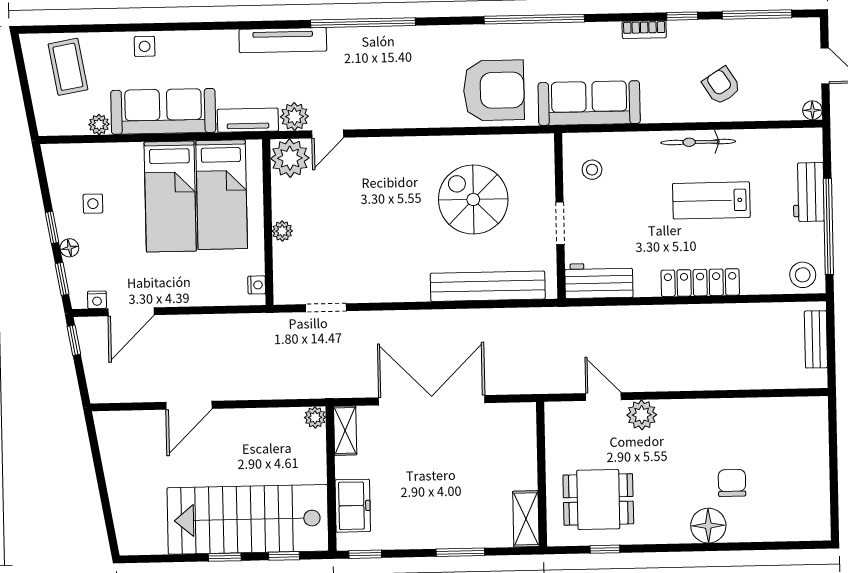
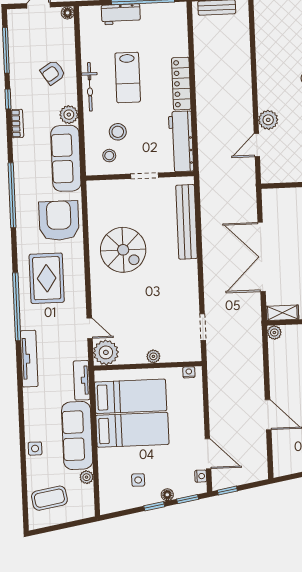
rug: (406, 70) -> (47, 278), added
plant: (294, 117) -> (69, 115), moved
spiral stairs: (473, 199) -> (123, 250), moved, turned -90
stool: (803, 275) -> (118, 132), moved
workbench: (599, 281) -> (181, 141), width x1.38

